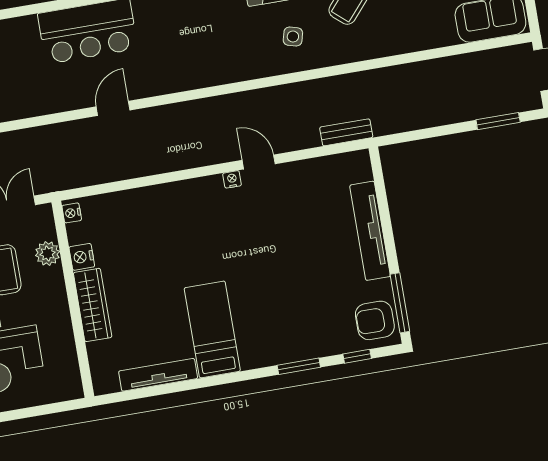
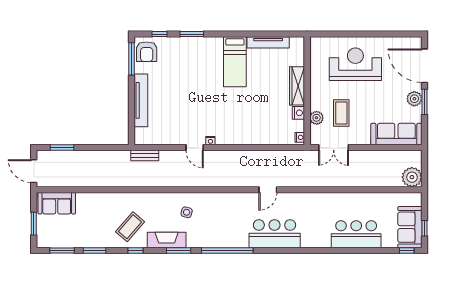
side table: (293, 37) -> (187, 212), moved
armchair: (375, 320) -> (147, 52), turned 90

